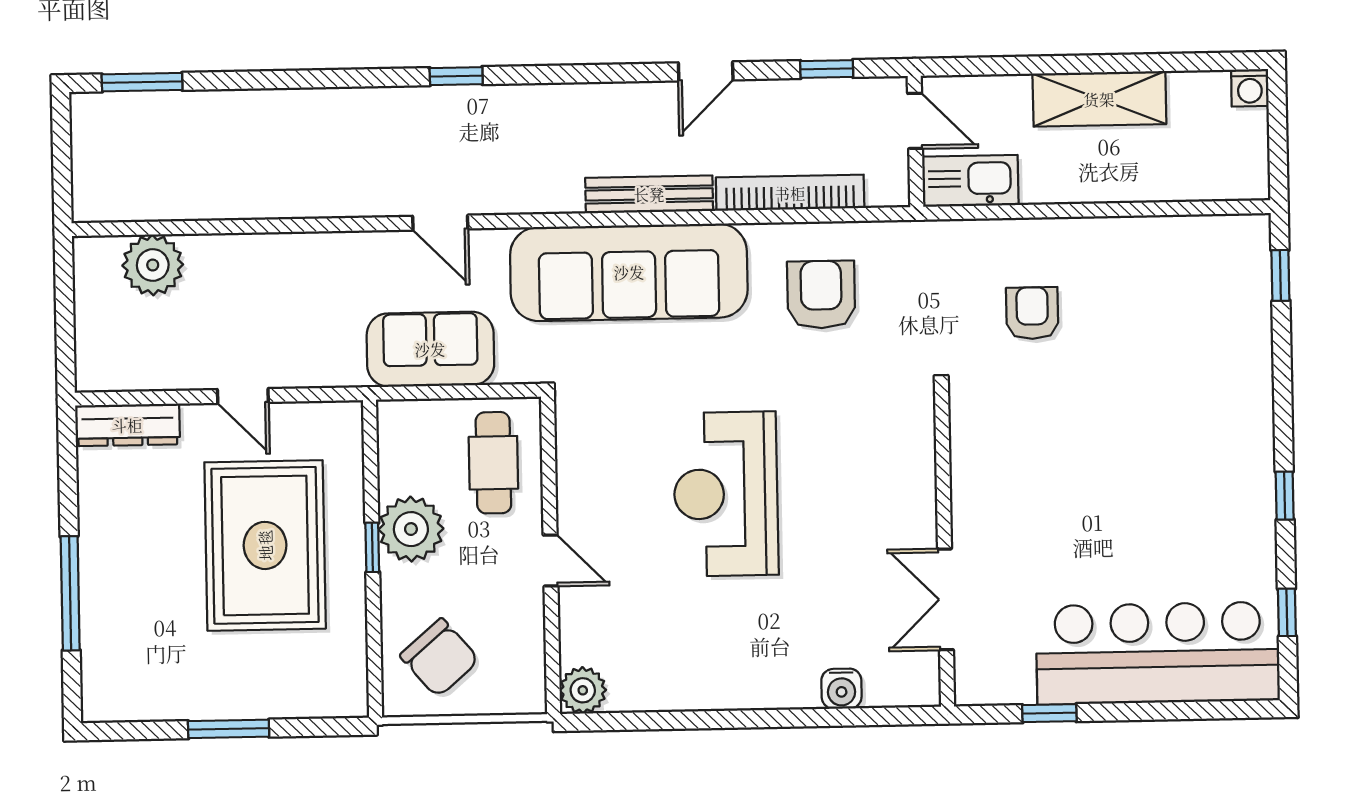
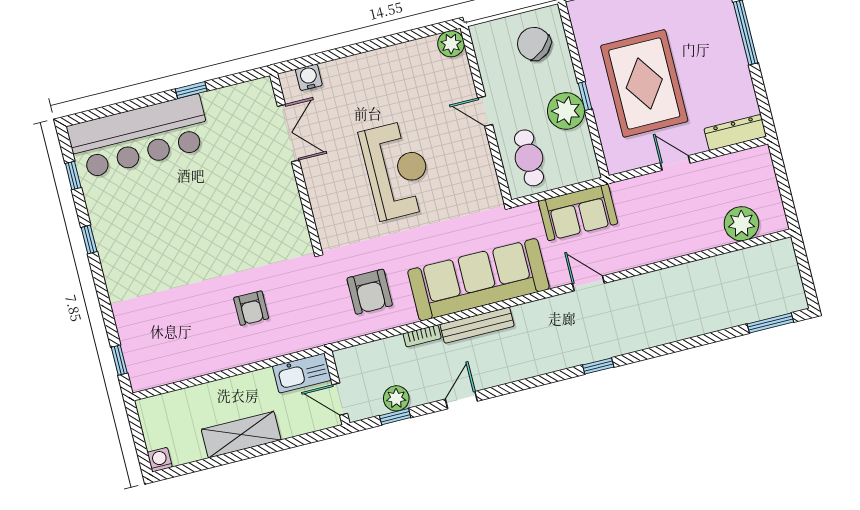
plant: (818, 100) -> (396, 398), added
bookcase: (790, 193) -> (422, 336), width x0.43, depth x0.76
wall: (944, 548) -> (295, 162), moved
double door: (945, 599) -> (288, 133), moved

